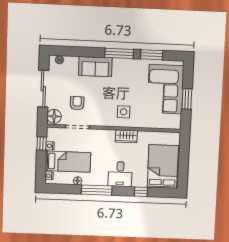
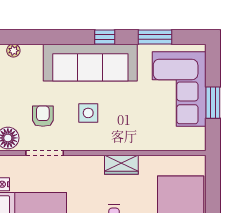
window: (119, 53) -> (105, 37), width x0.46
sofa: (95, 67) -> (90, 63), width x1.85, depth x1.27
side table: (124, 112) -> (88, 113), moved

